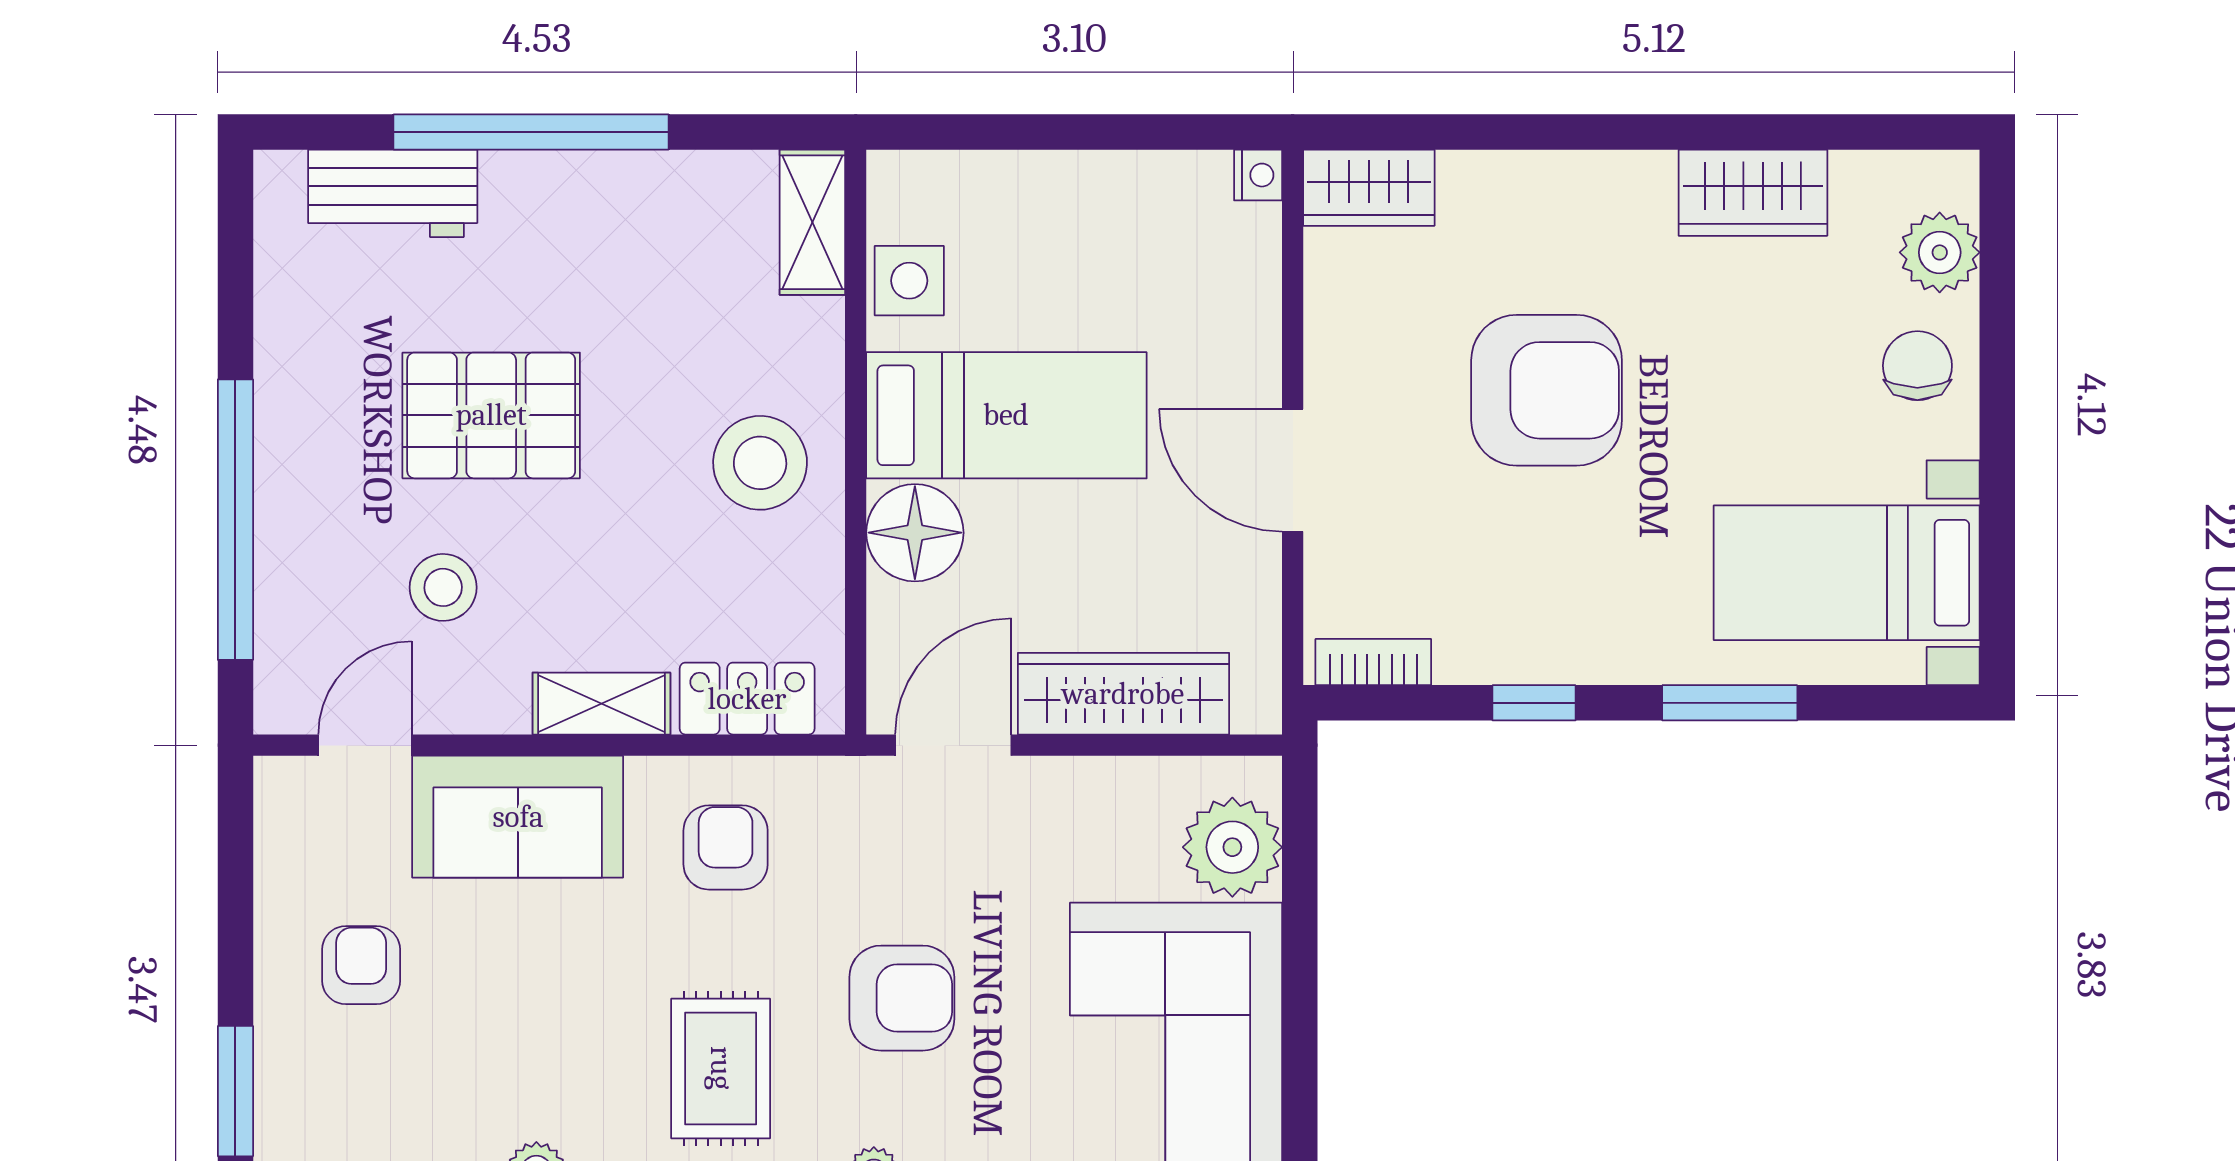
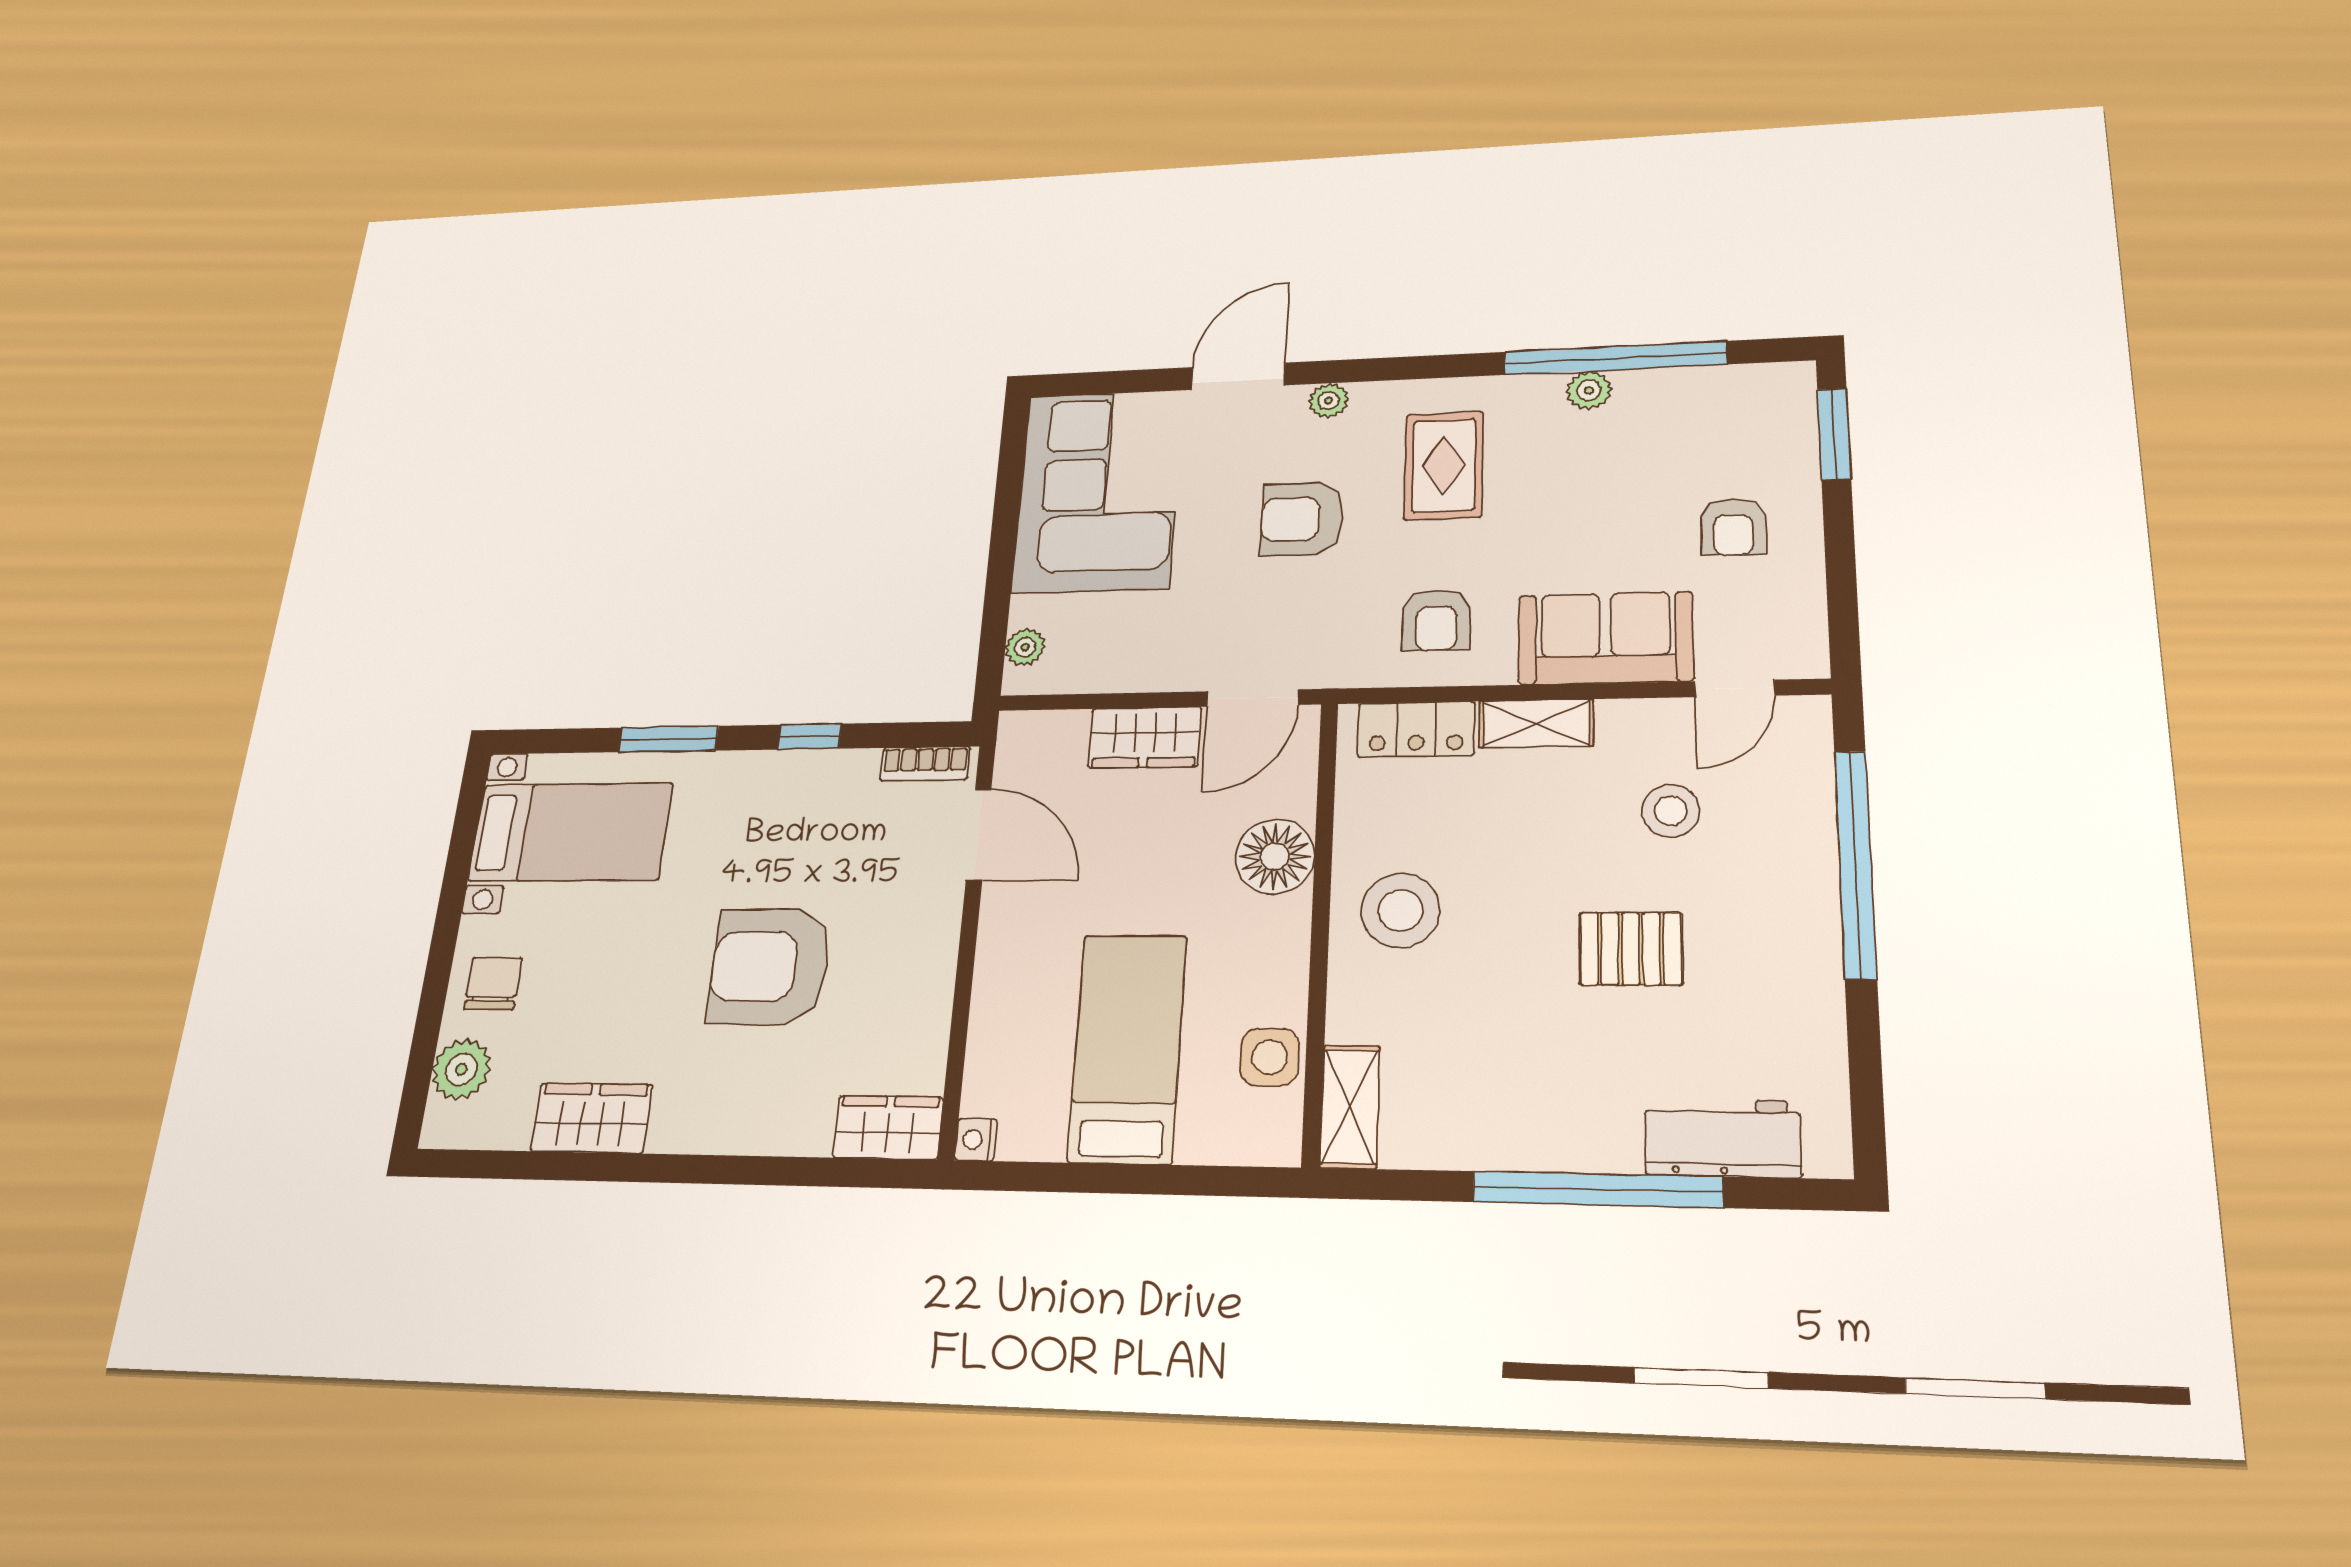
chair: (1917, 366) -> (493, 984), turned 180
pallet: (491, 415) -> (1631, 949), width x0.67, depth x0.71
bed: (1006, 415) -> (1128, 1048), moved, turned 90
door: (1293, 470) -> (979, 835), moved
wardrobe: (1123, 694) -> (1145, 737), width x0.67
plant: (1232, 847) -> (1025, 647), width x0.53, depth x0.53

